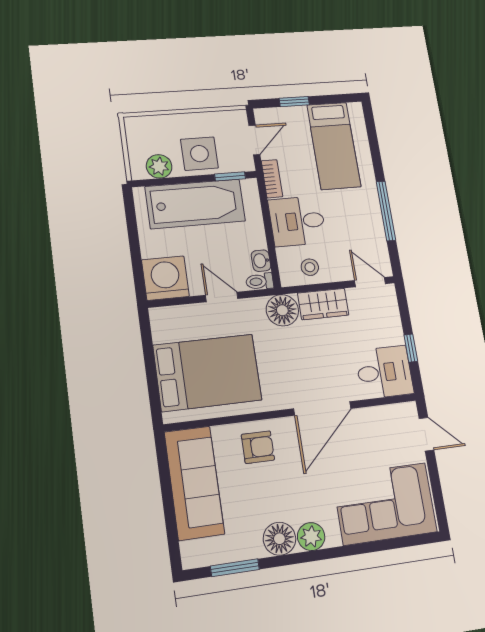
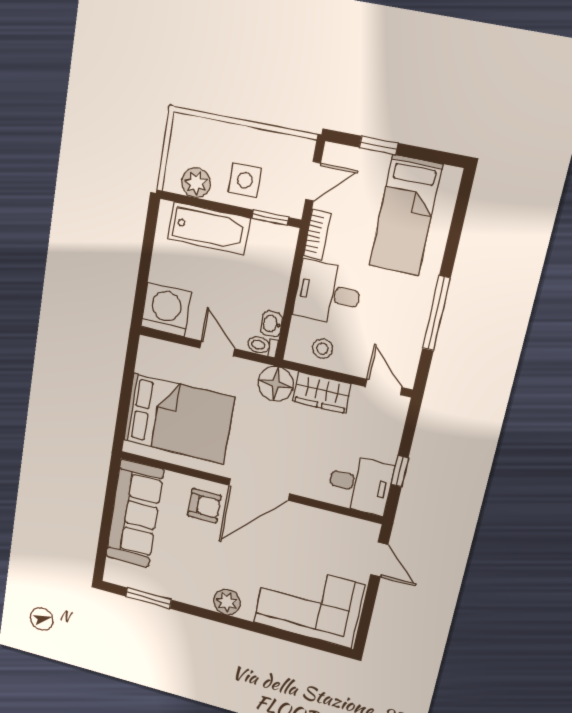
side table: (199, 154) -> (245, 180), width x0.73, depth x0.73
bathtub: (195, 204) -> (209, 228), width x0.73, depth x0.73
door: (322, 409) -> (259, 489), moved
floor lamp: (279, 539) -> (197, 592), removed

